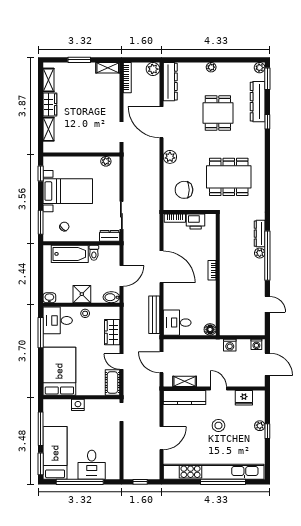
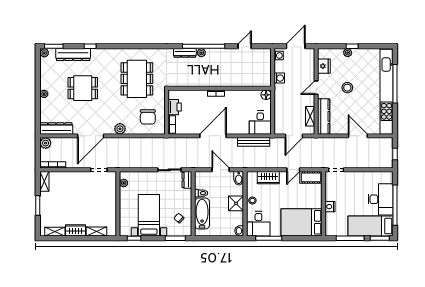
desk: (92, 465) -> (381, 199), width x1.37

